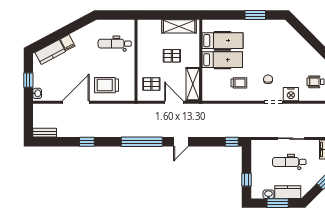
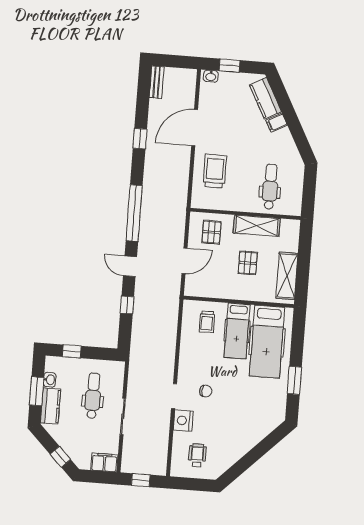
hospital bed: (223, 41) -> (267, 342), width x1.37, depth x1.29
trolley: (239, 83) -> (207, 322), moved
shelving: (193, 84) -> (257, 226), moved
door: (76, 102) -> (195, 128), swing flipped
window: (232, 142) -> (127, 305), moved
dental chair: (289, 162) -> (93, 396), moved

